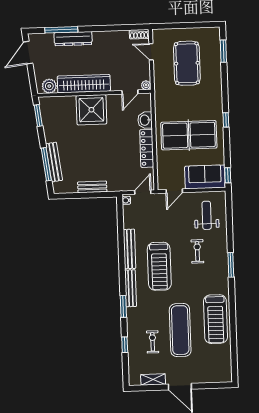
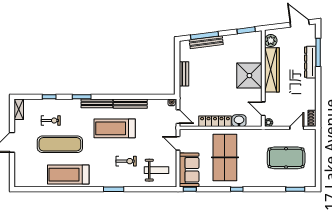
shelving: (153, 380) -> (19, 109), moved

